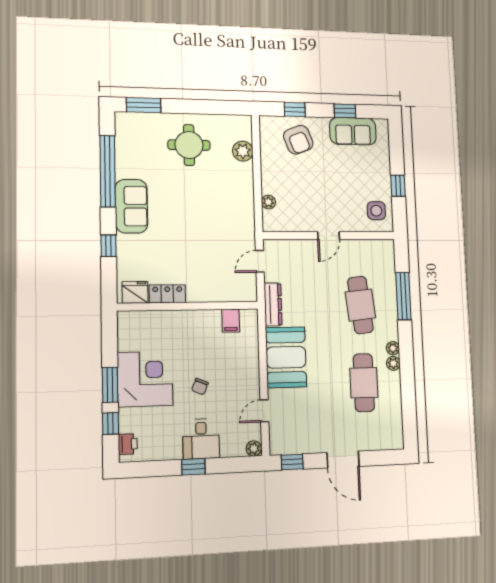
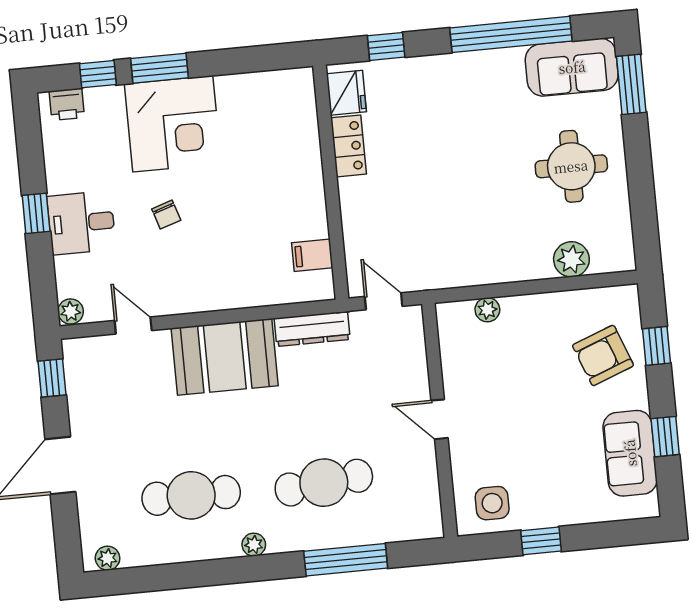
sofa: (131, 206) -> (572, 67), moved
fridge: (135, 292) -> (346, 93), moved
locker: (167, 294) -> (349, 146), moved
wall: (188, 306) -> (331, 182), moved
filing cabinet: (231, 321) -> (312, 255), moved
plant: (393, 363) -> (108, 558), moved
chair: (200, 387) -> (166, 215), turned -131

